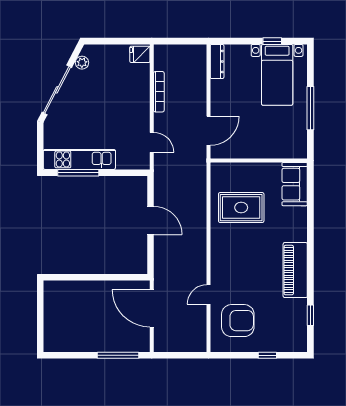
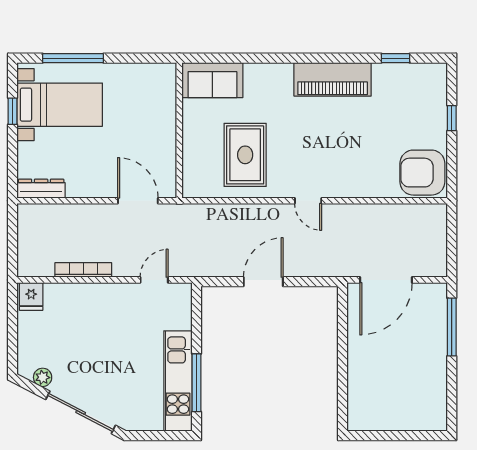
window: (310, 108) -> (73, 58), moved
door: (208, 295) -> (308, 201), moved
armchair: (238, 321) -> (422, 173), moved, turned -90

